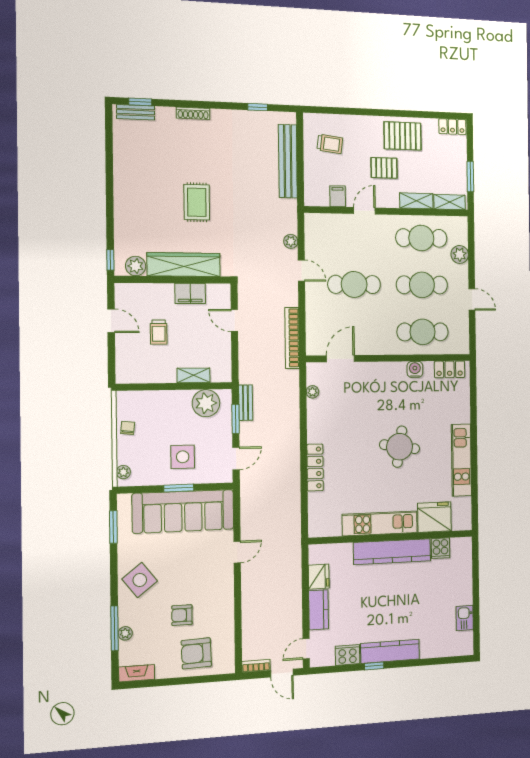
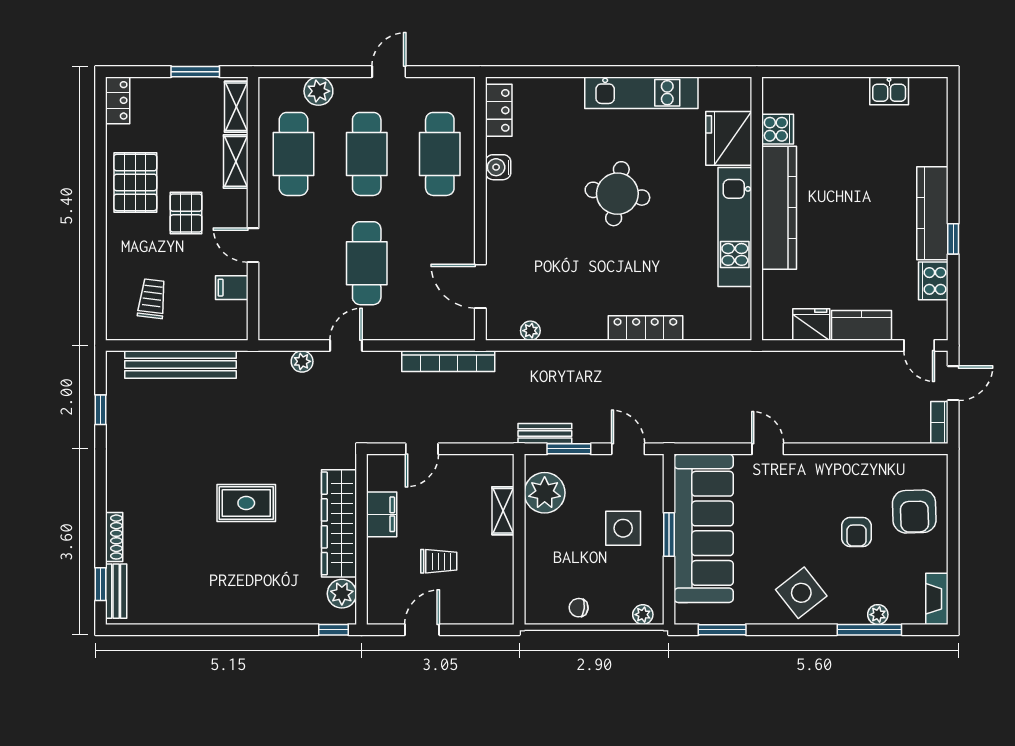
shoe rack: (193, 113) -> (114, 537), moved

